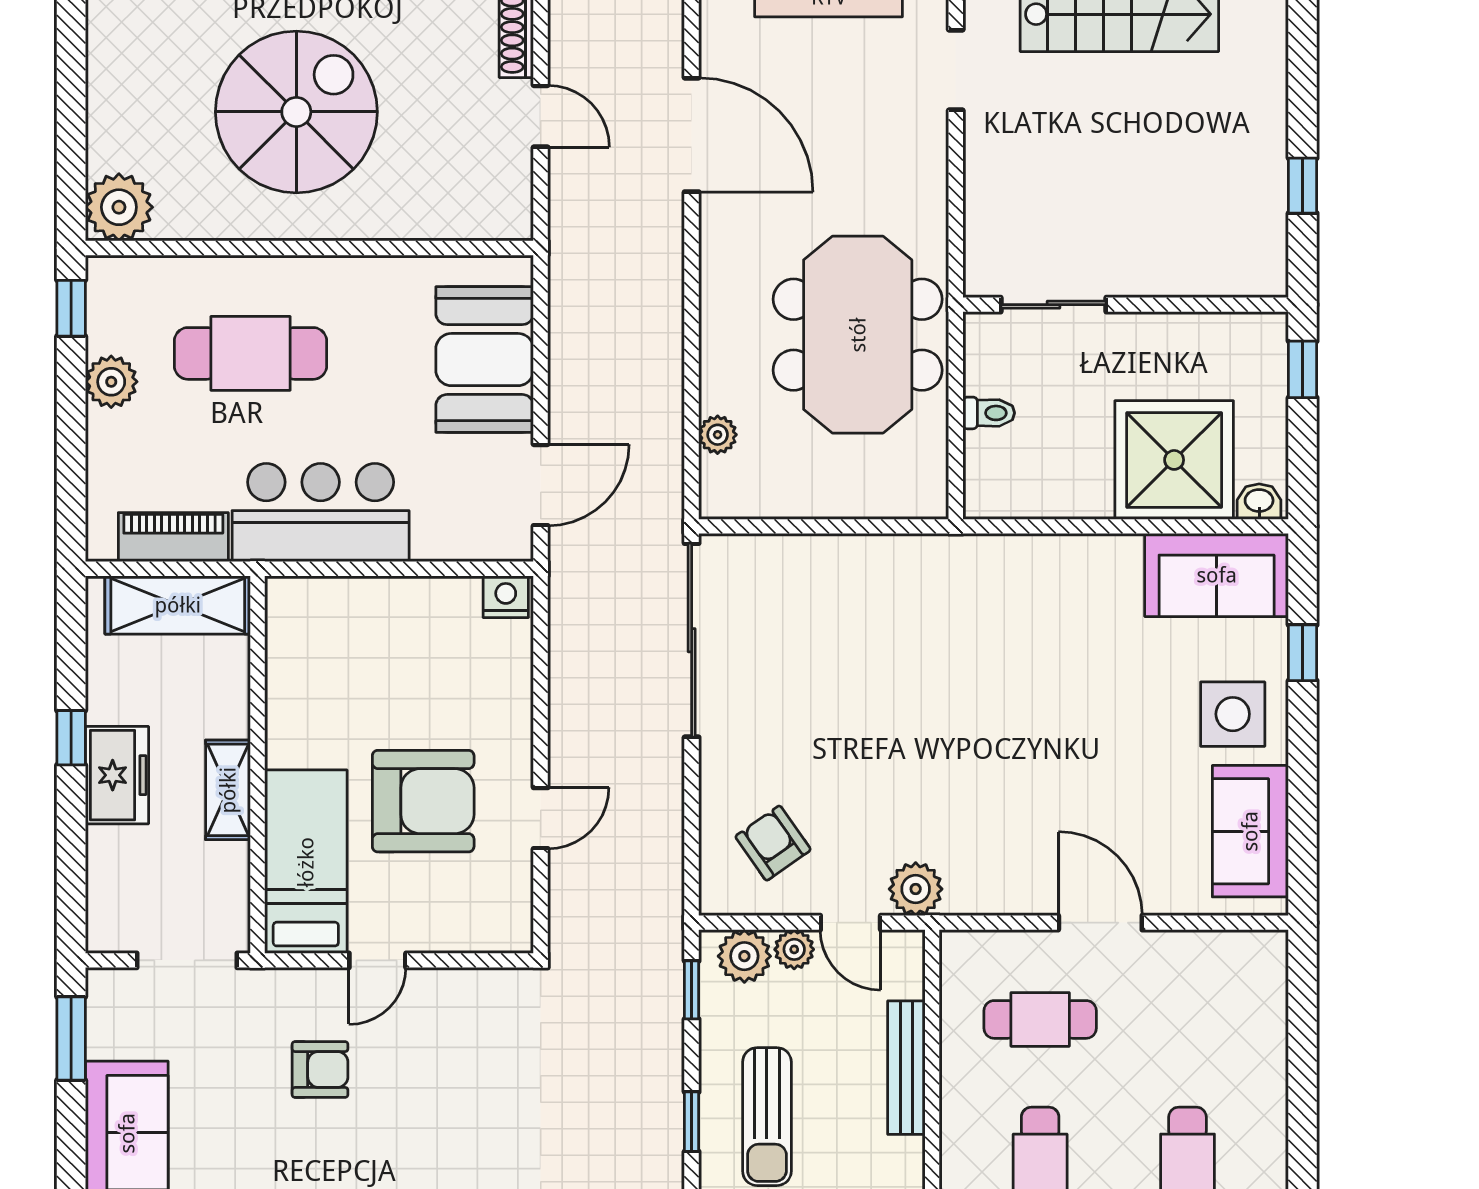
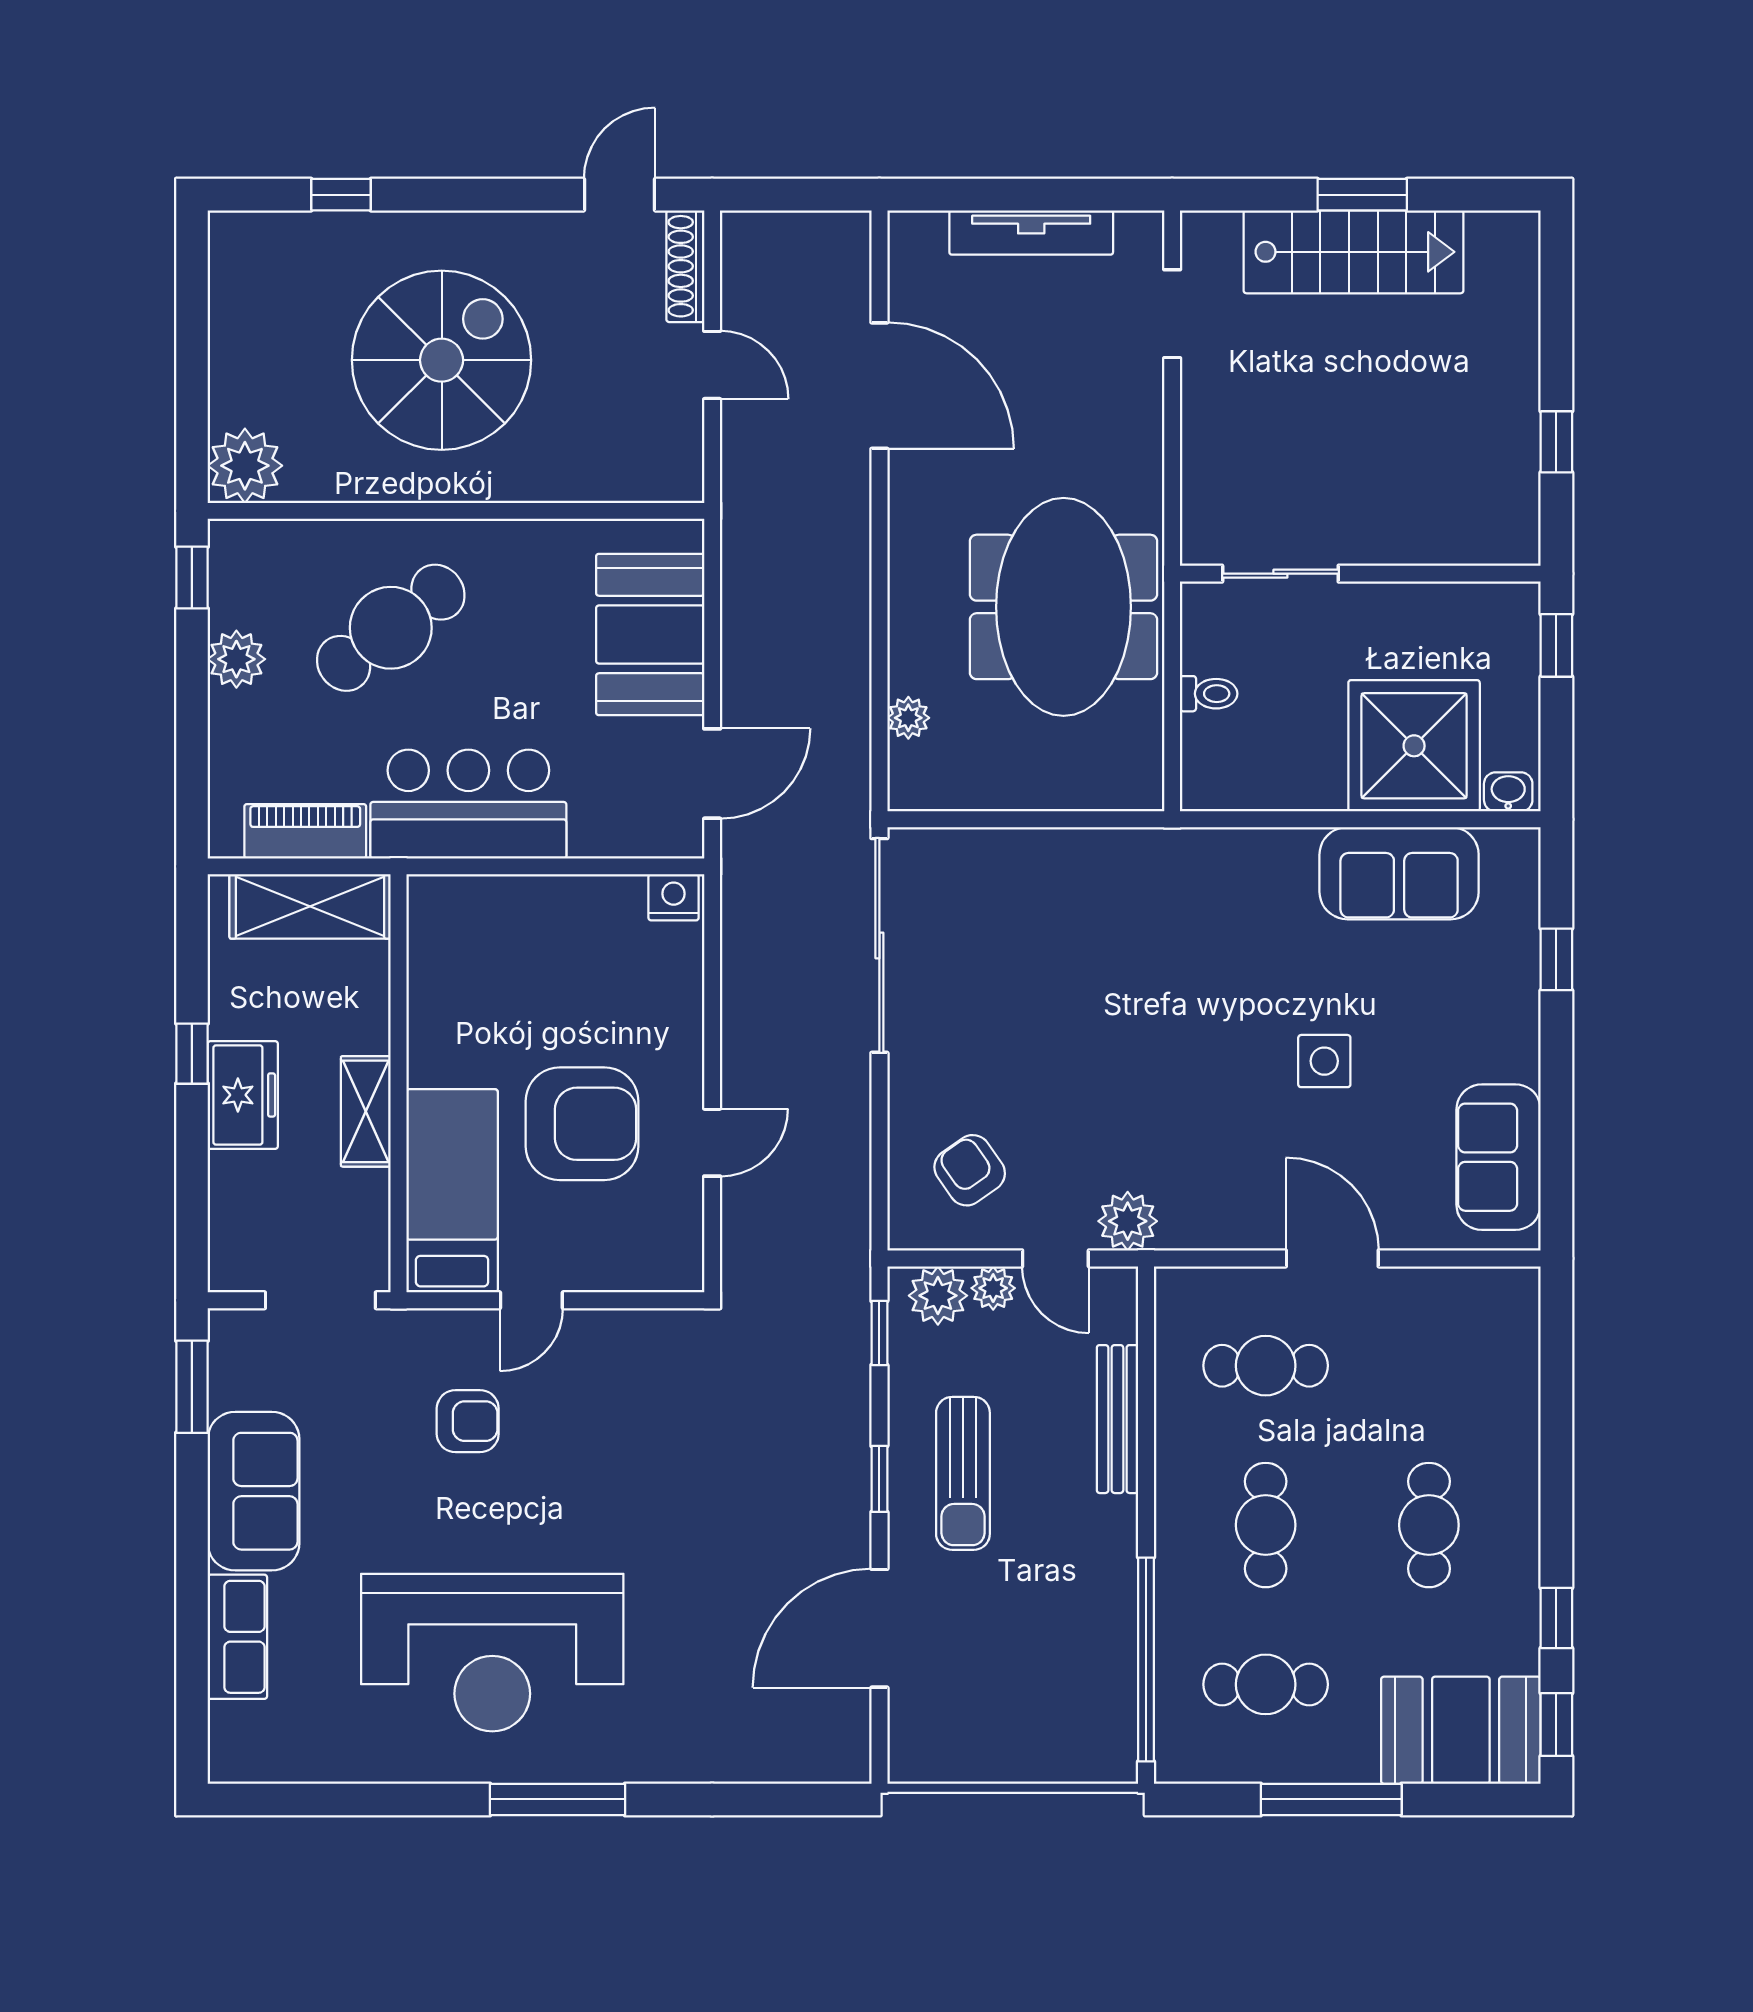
cafe table: (251, 353) -> (391, 628), turned -37
sofa: (1217, 575) -> (1399, 873), moved
side table: (1233, 714) -> (1324, 1061), moved, width x0.73, depth x0.73

